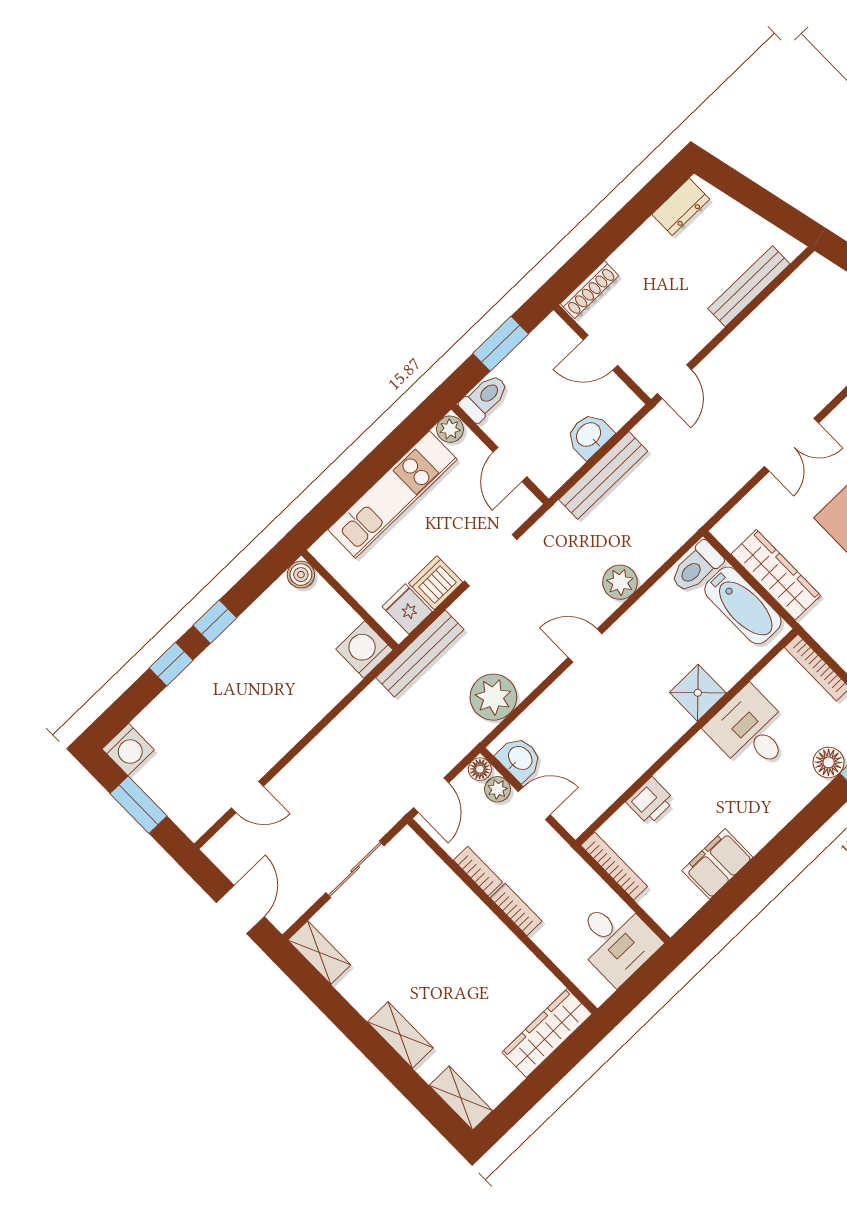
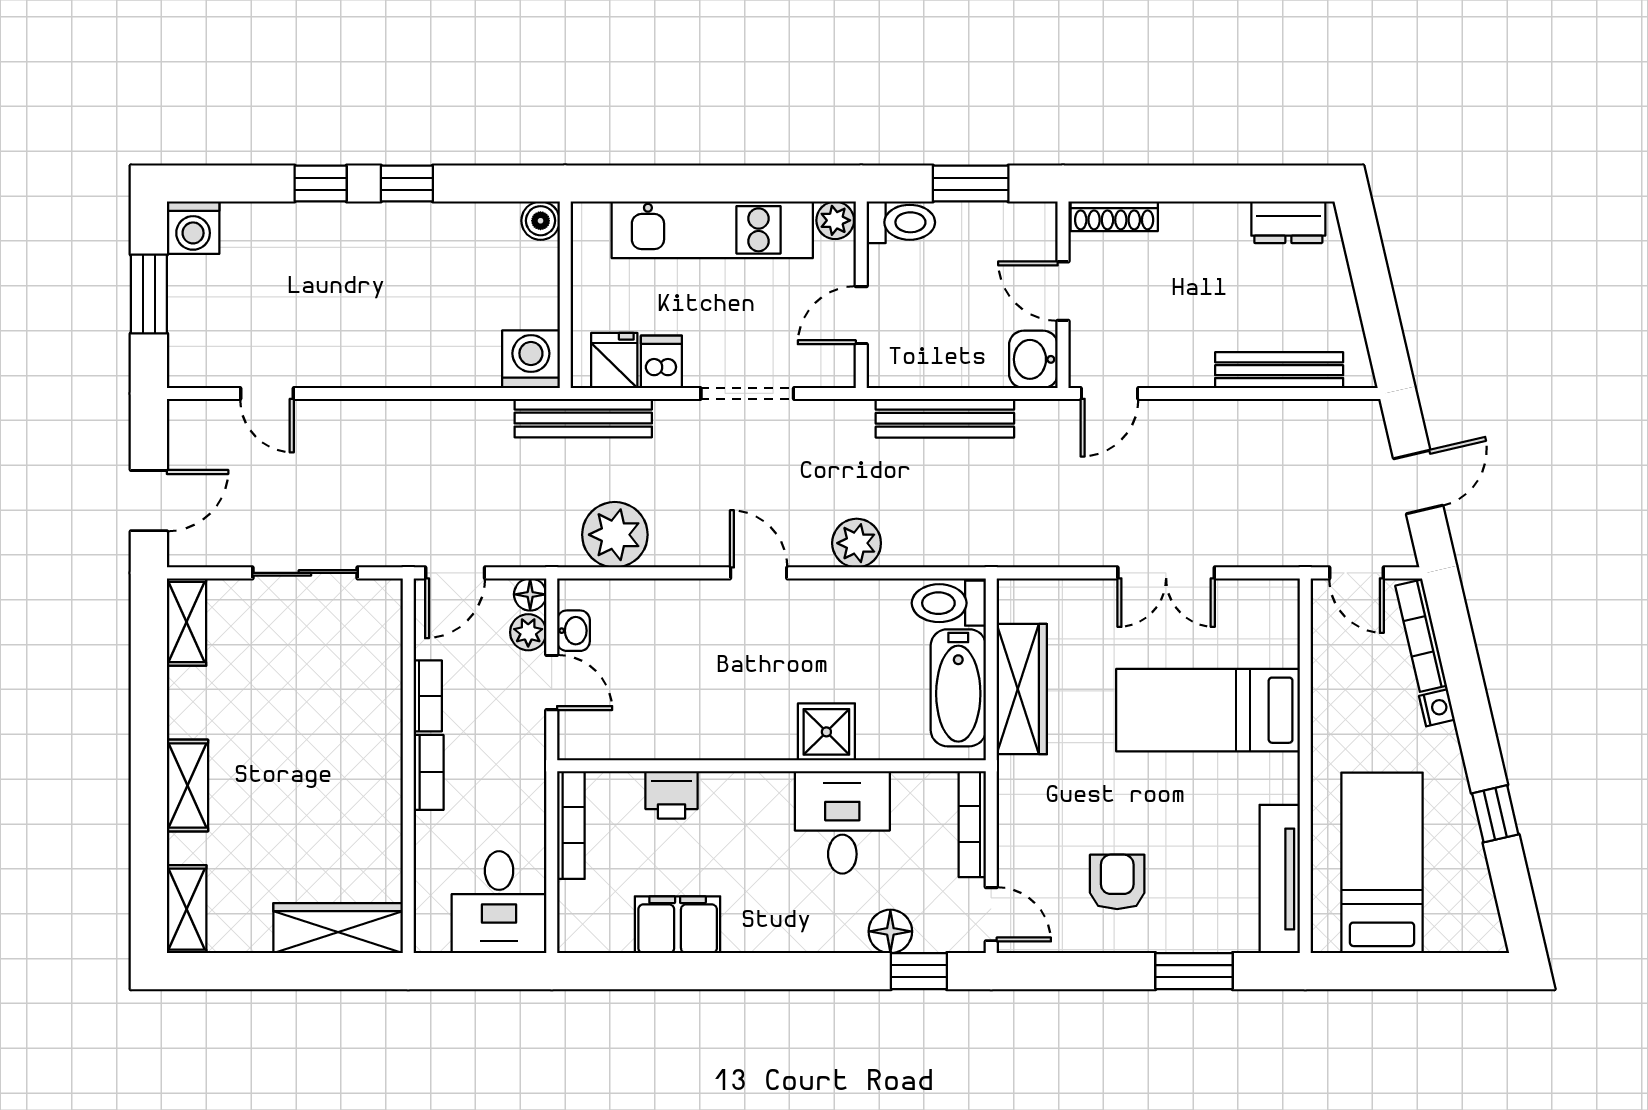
washbasin: (589, 435) -> (1033, 359), moved, turned -90
dishwasher: (436, 583) -> (661, 362), width x0.73
washbasin: (520, 759) -> (573, 631), width x0.72, depth x0.69

